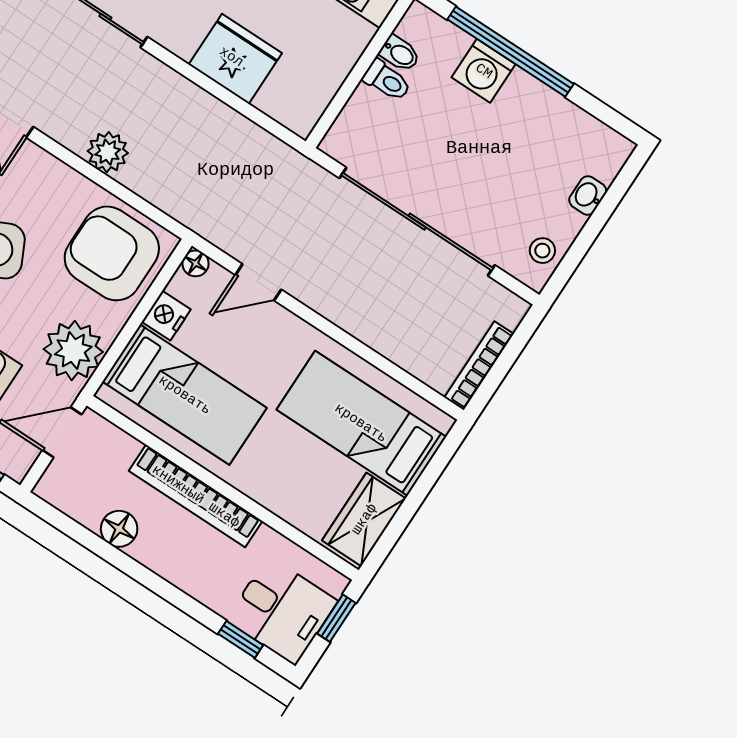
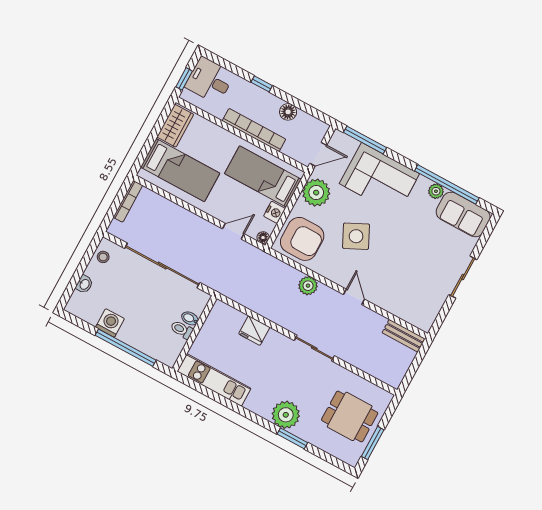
bidet: (400, 53) -> (190, 318), moved
fridge: (235, 59) -> (254, 331), width x0.73, depth x0.75
washing machine: (484, 71) -> (110, 323), moved
window: (241, 639) -> (262, 84), moved

